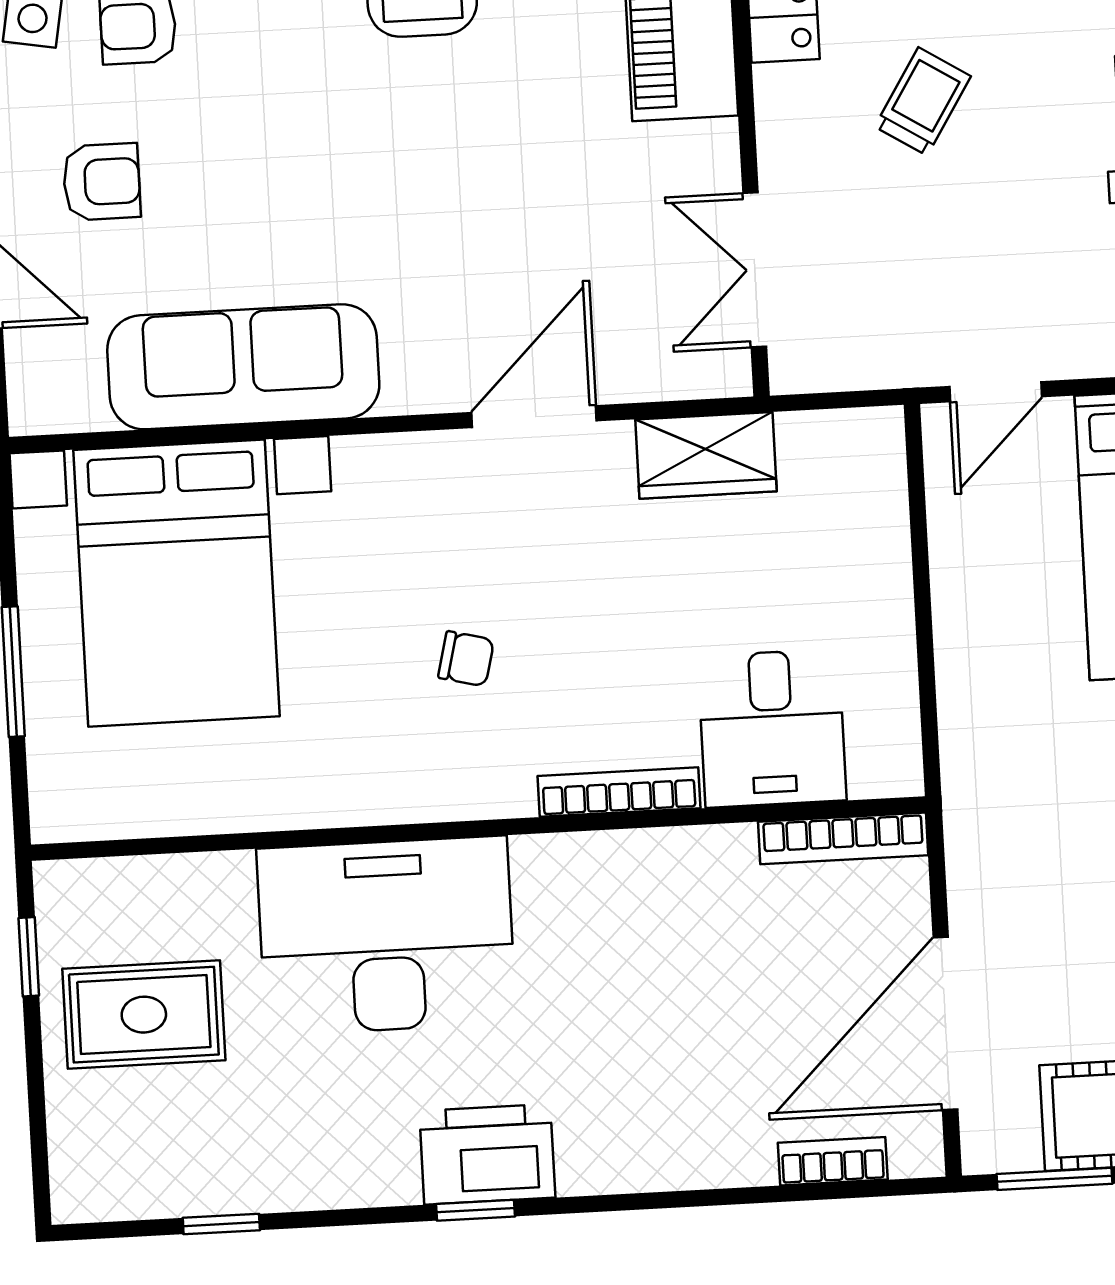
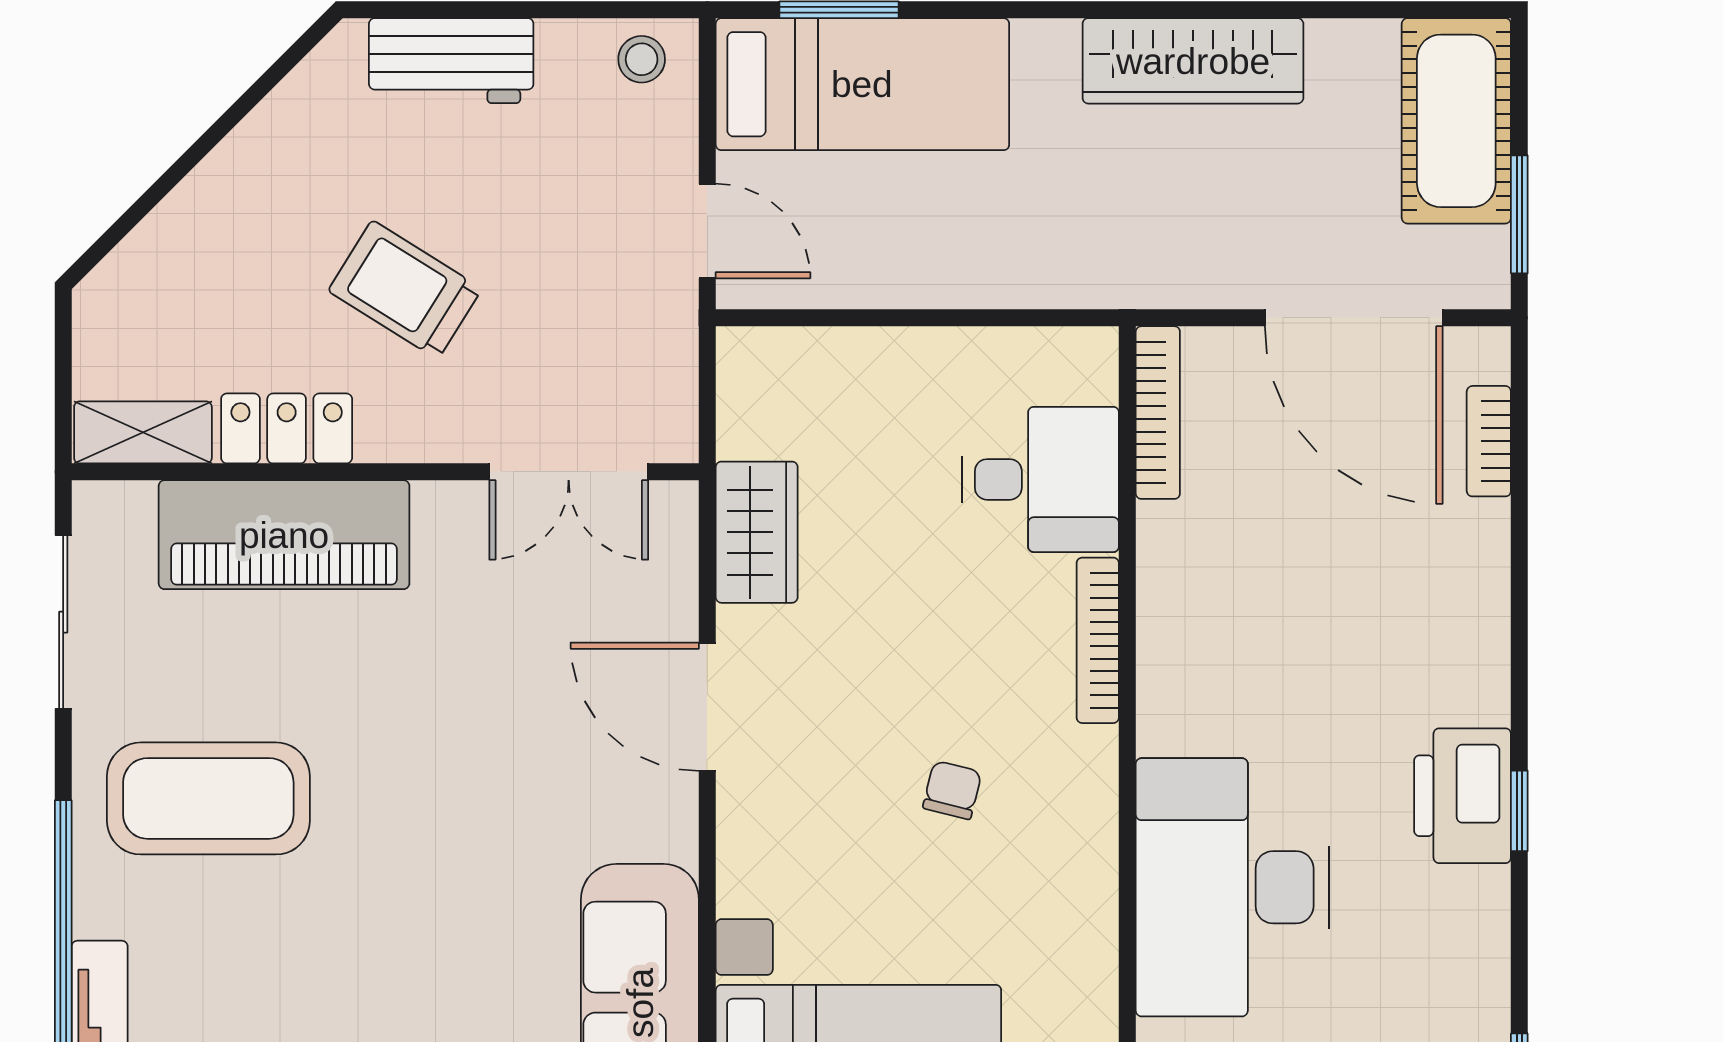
trolley: (923, 101) -> (405, 290), width x1.36, depth x1.39

